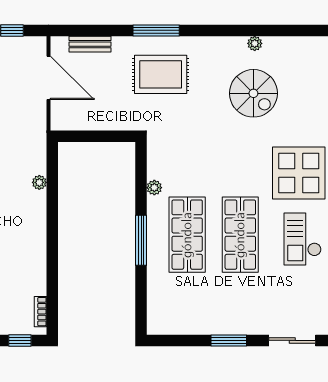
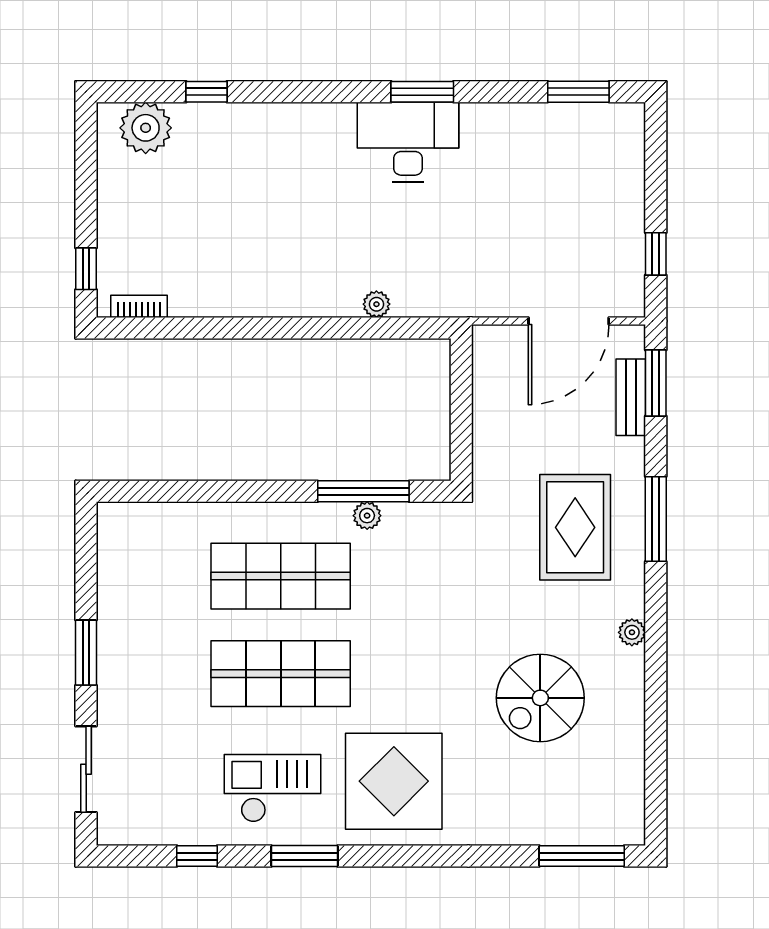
window: (82, 30) -> (656, 383), added
plant: (255, 43) -> (632, 632), moved
window: (141, 240) -> (363, 491), moved

